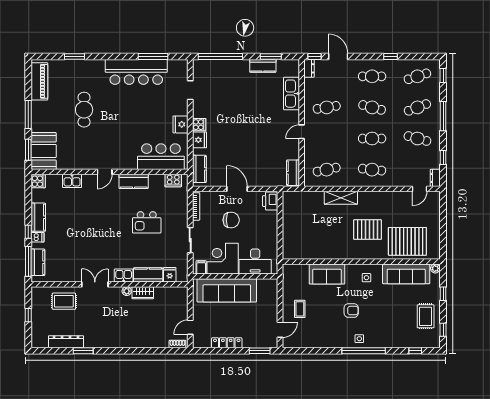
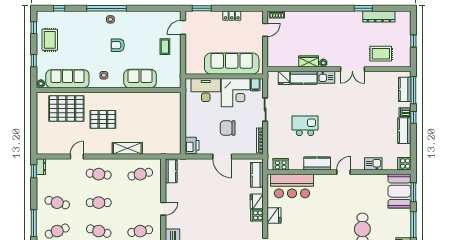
window: (443, 157) -> (34, 171), moved
door: (420, 189) -> (77, 157), moved
locker: (227, 343) -> (232, 16), width x0.66

